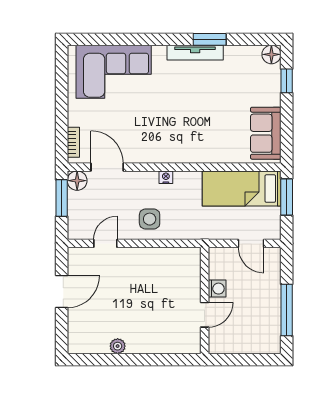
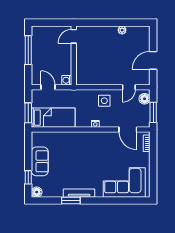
sofa: (266, 133) -> (40, 161), moved
floor lamp: (77, 181) -> (145, 99), moved
washing machine: (217, 289) -> (67, 80), moved
door: (205, 315) -> (74, 36), moved

